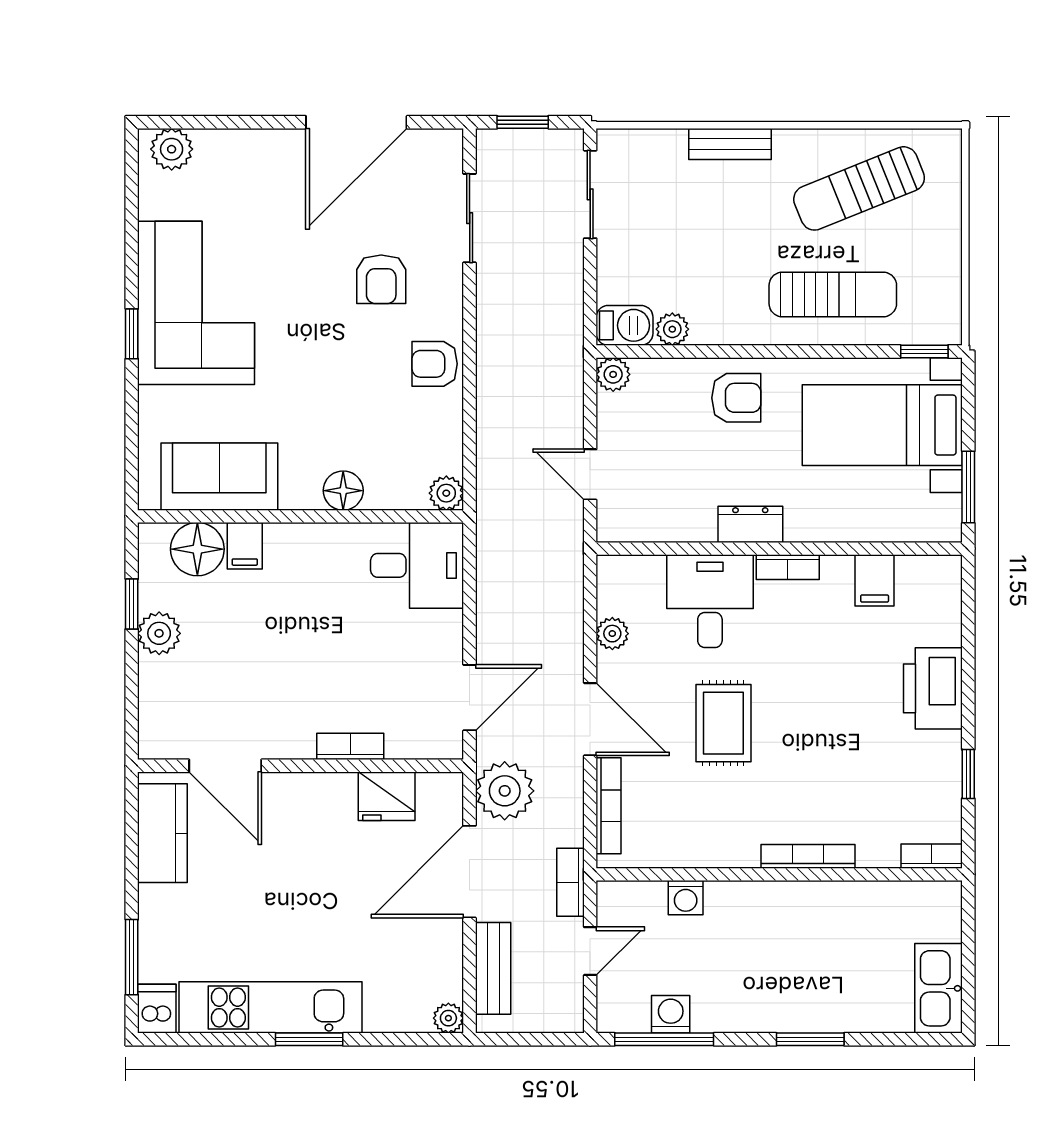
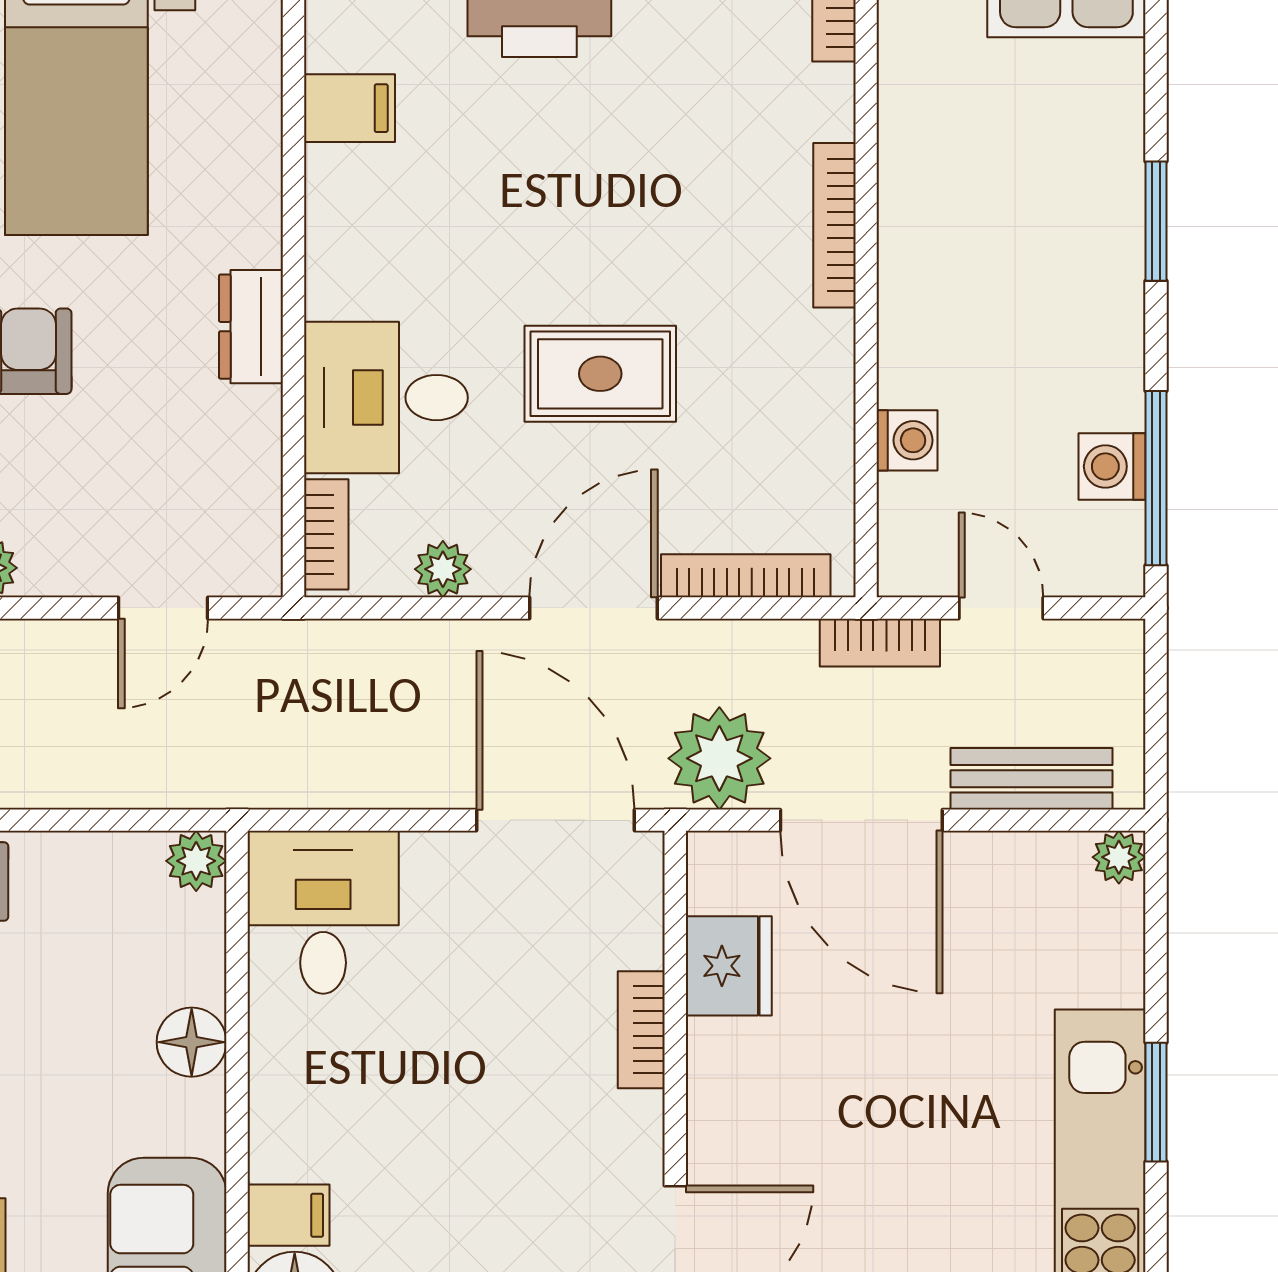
bookcase: (788, 567) -> (326, 534), moved
door: (470, 698) -> (555, 820), width x1.36

